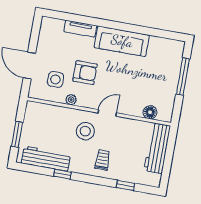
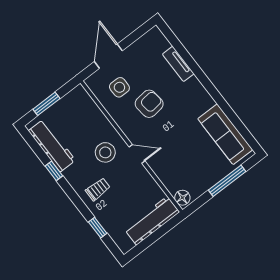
sofa: (122, 41) -> (225, 134), moved
armchair: (85, 73) -> (149, 104), turned -97
plant: (71, 100) -> (117, 116), removed
floor lamp: (150, 112) -> (182, 198), moved

